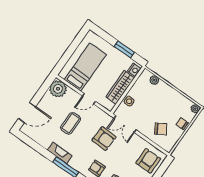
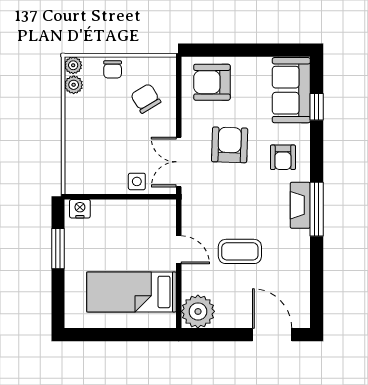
plant: (154, 80) -> (74, 85), moved
wardrobe: (120, 87) -> (124, 212), removed
double door: (125, 124) -> (179, 162), swing flipped
armchair: (104, 139) -> (230, 145), moved
fireplace: (60, 153) -> (300, 205), moved

